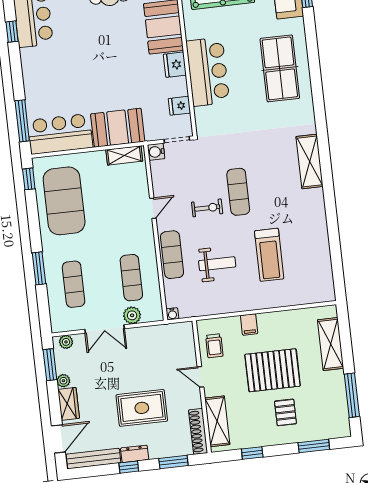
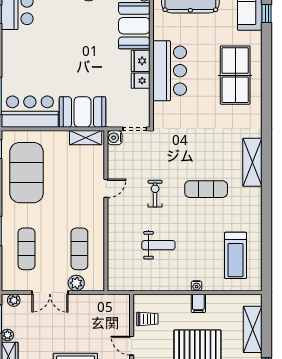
fridge: (179, 106) -> (141, 81), moved
exercise mat: (238, 192) -> (206, 189), moved, turned 90
exercise bike: (207, 208) -> (155, 194), turned -90
exercise mat: (172, 255) -> (118, 232), removed
treadmill: (269, 255) -> (235, 255), moved
water cooler: (172, 314) -> (196, 286), moved
filing cabinet: (249, 324) -> (198, 303), moved
trolley: (214, 346) -> (147, 319), turned -90

